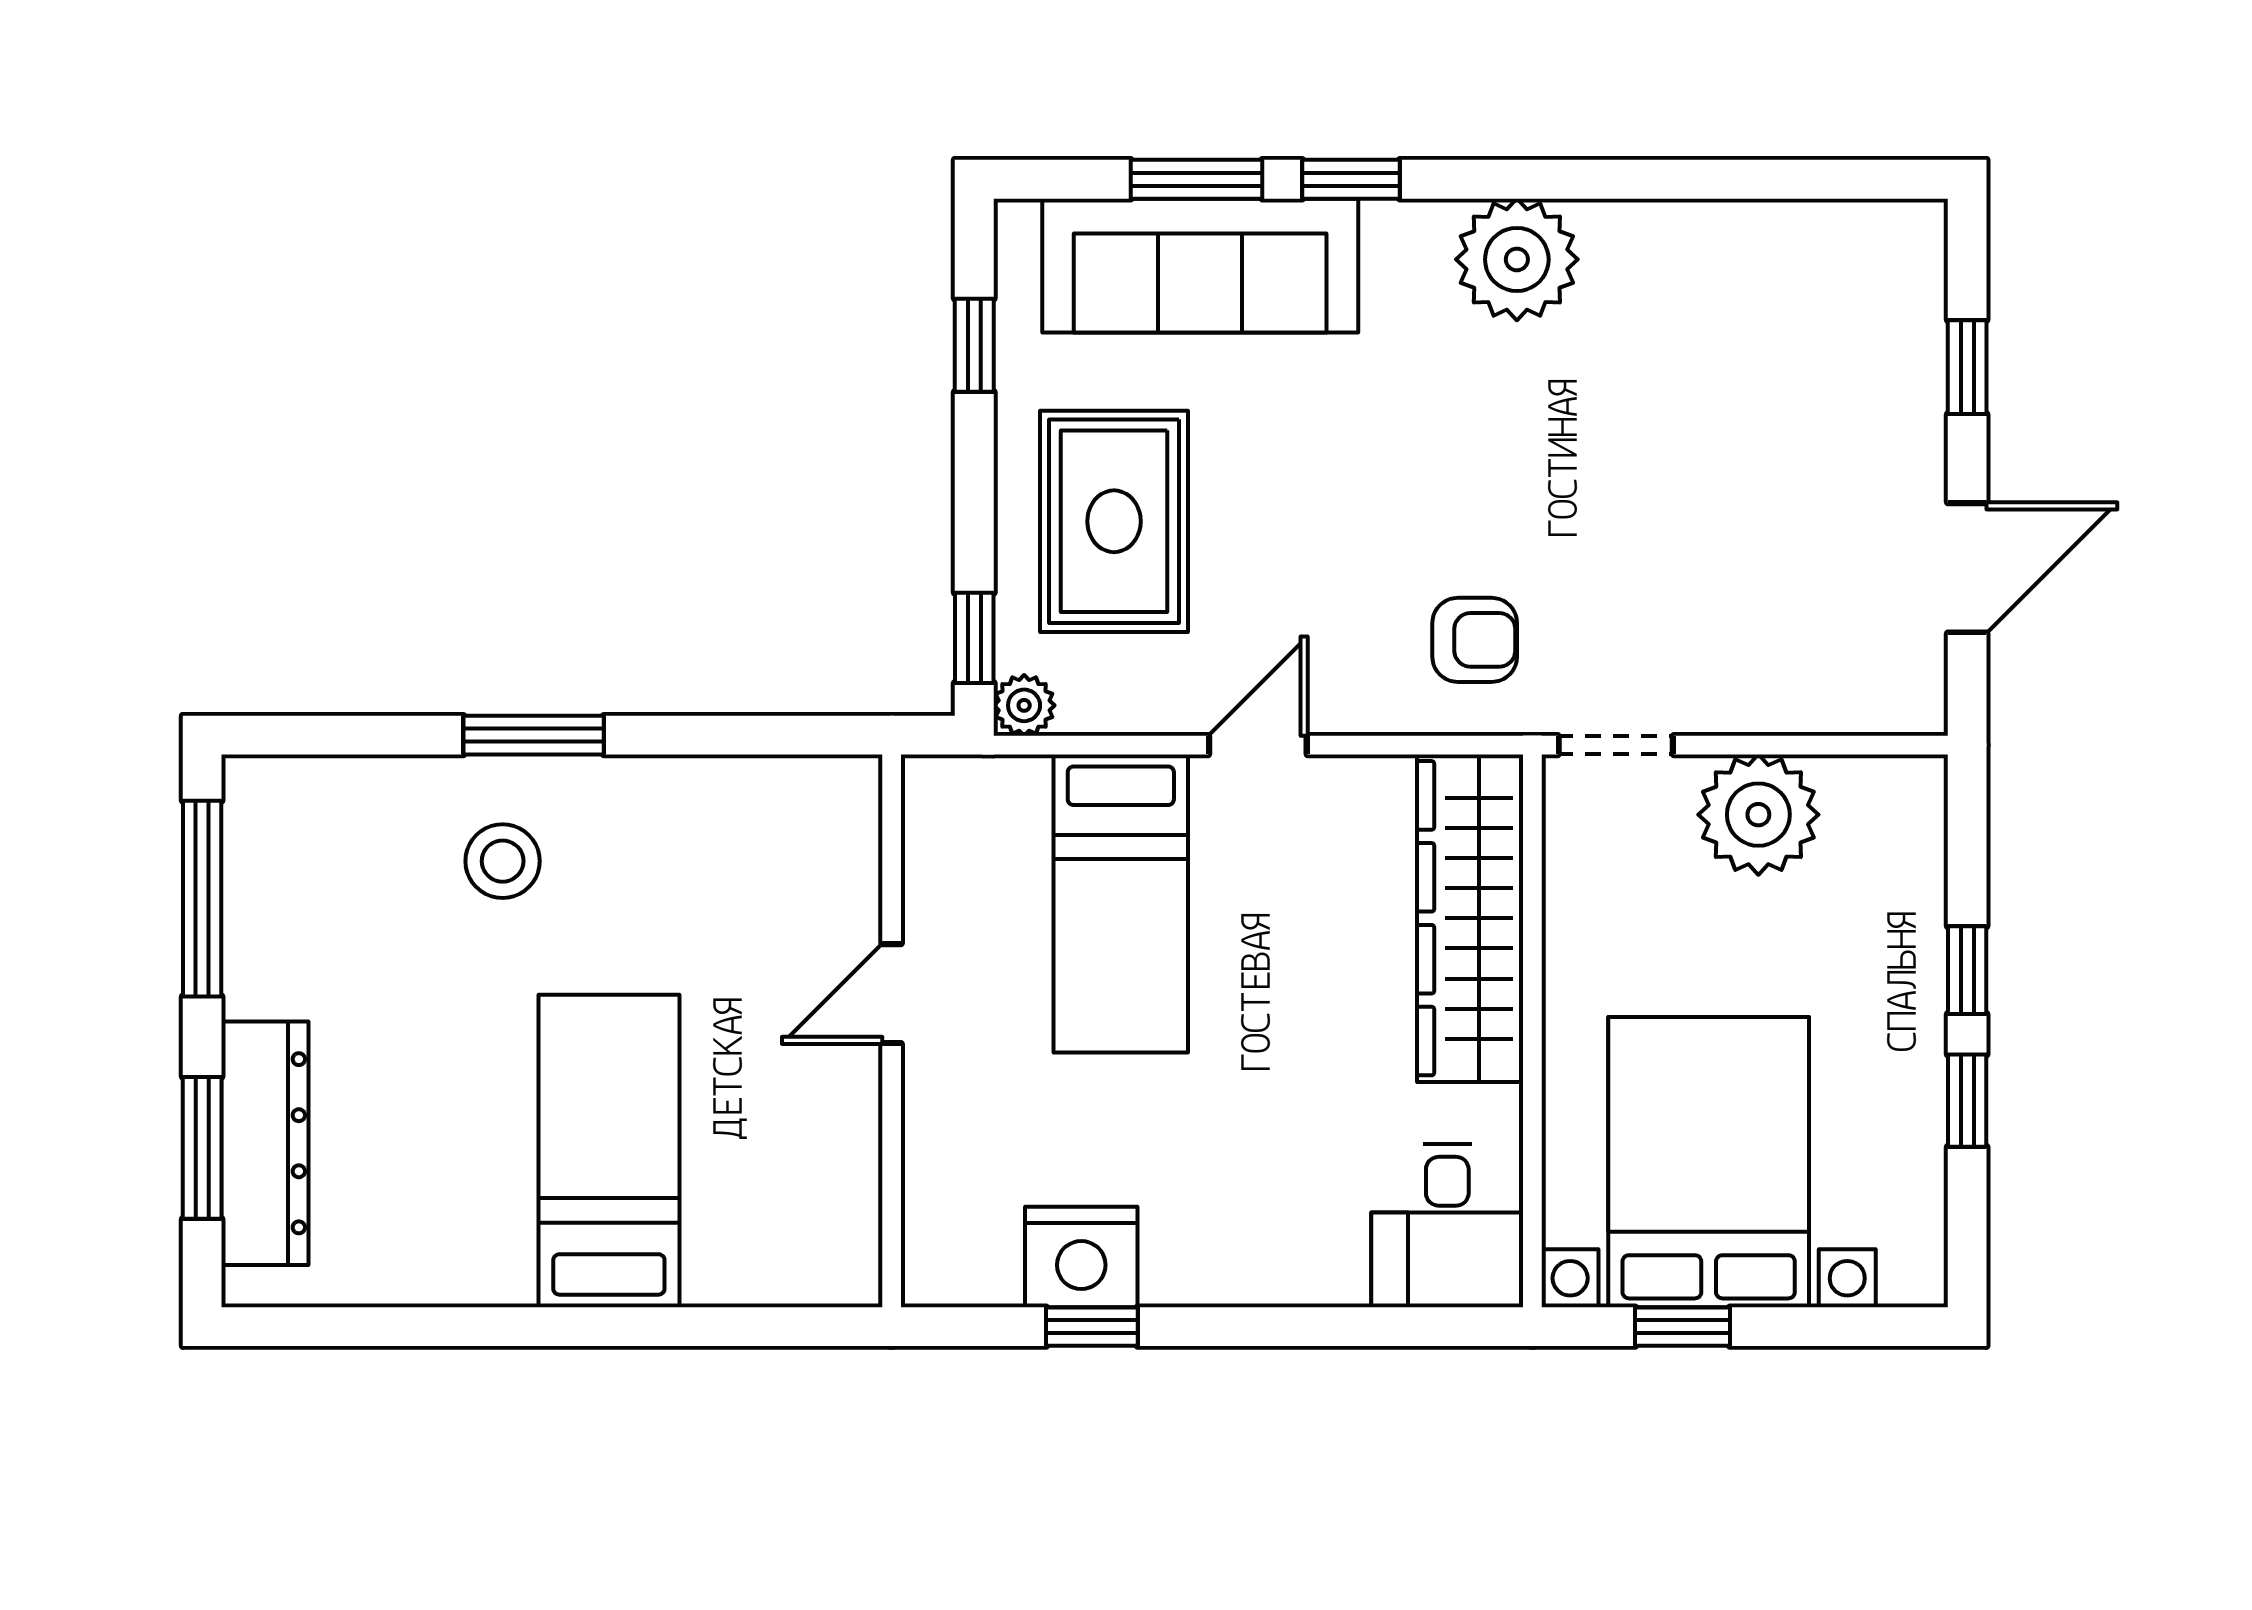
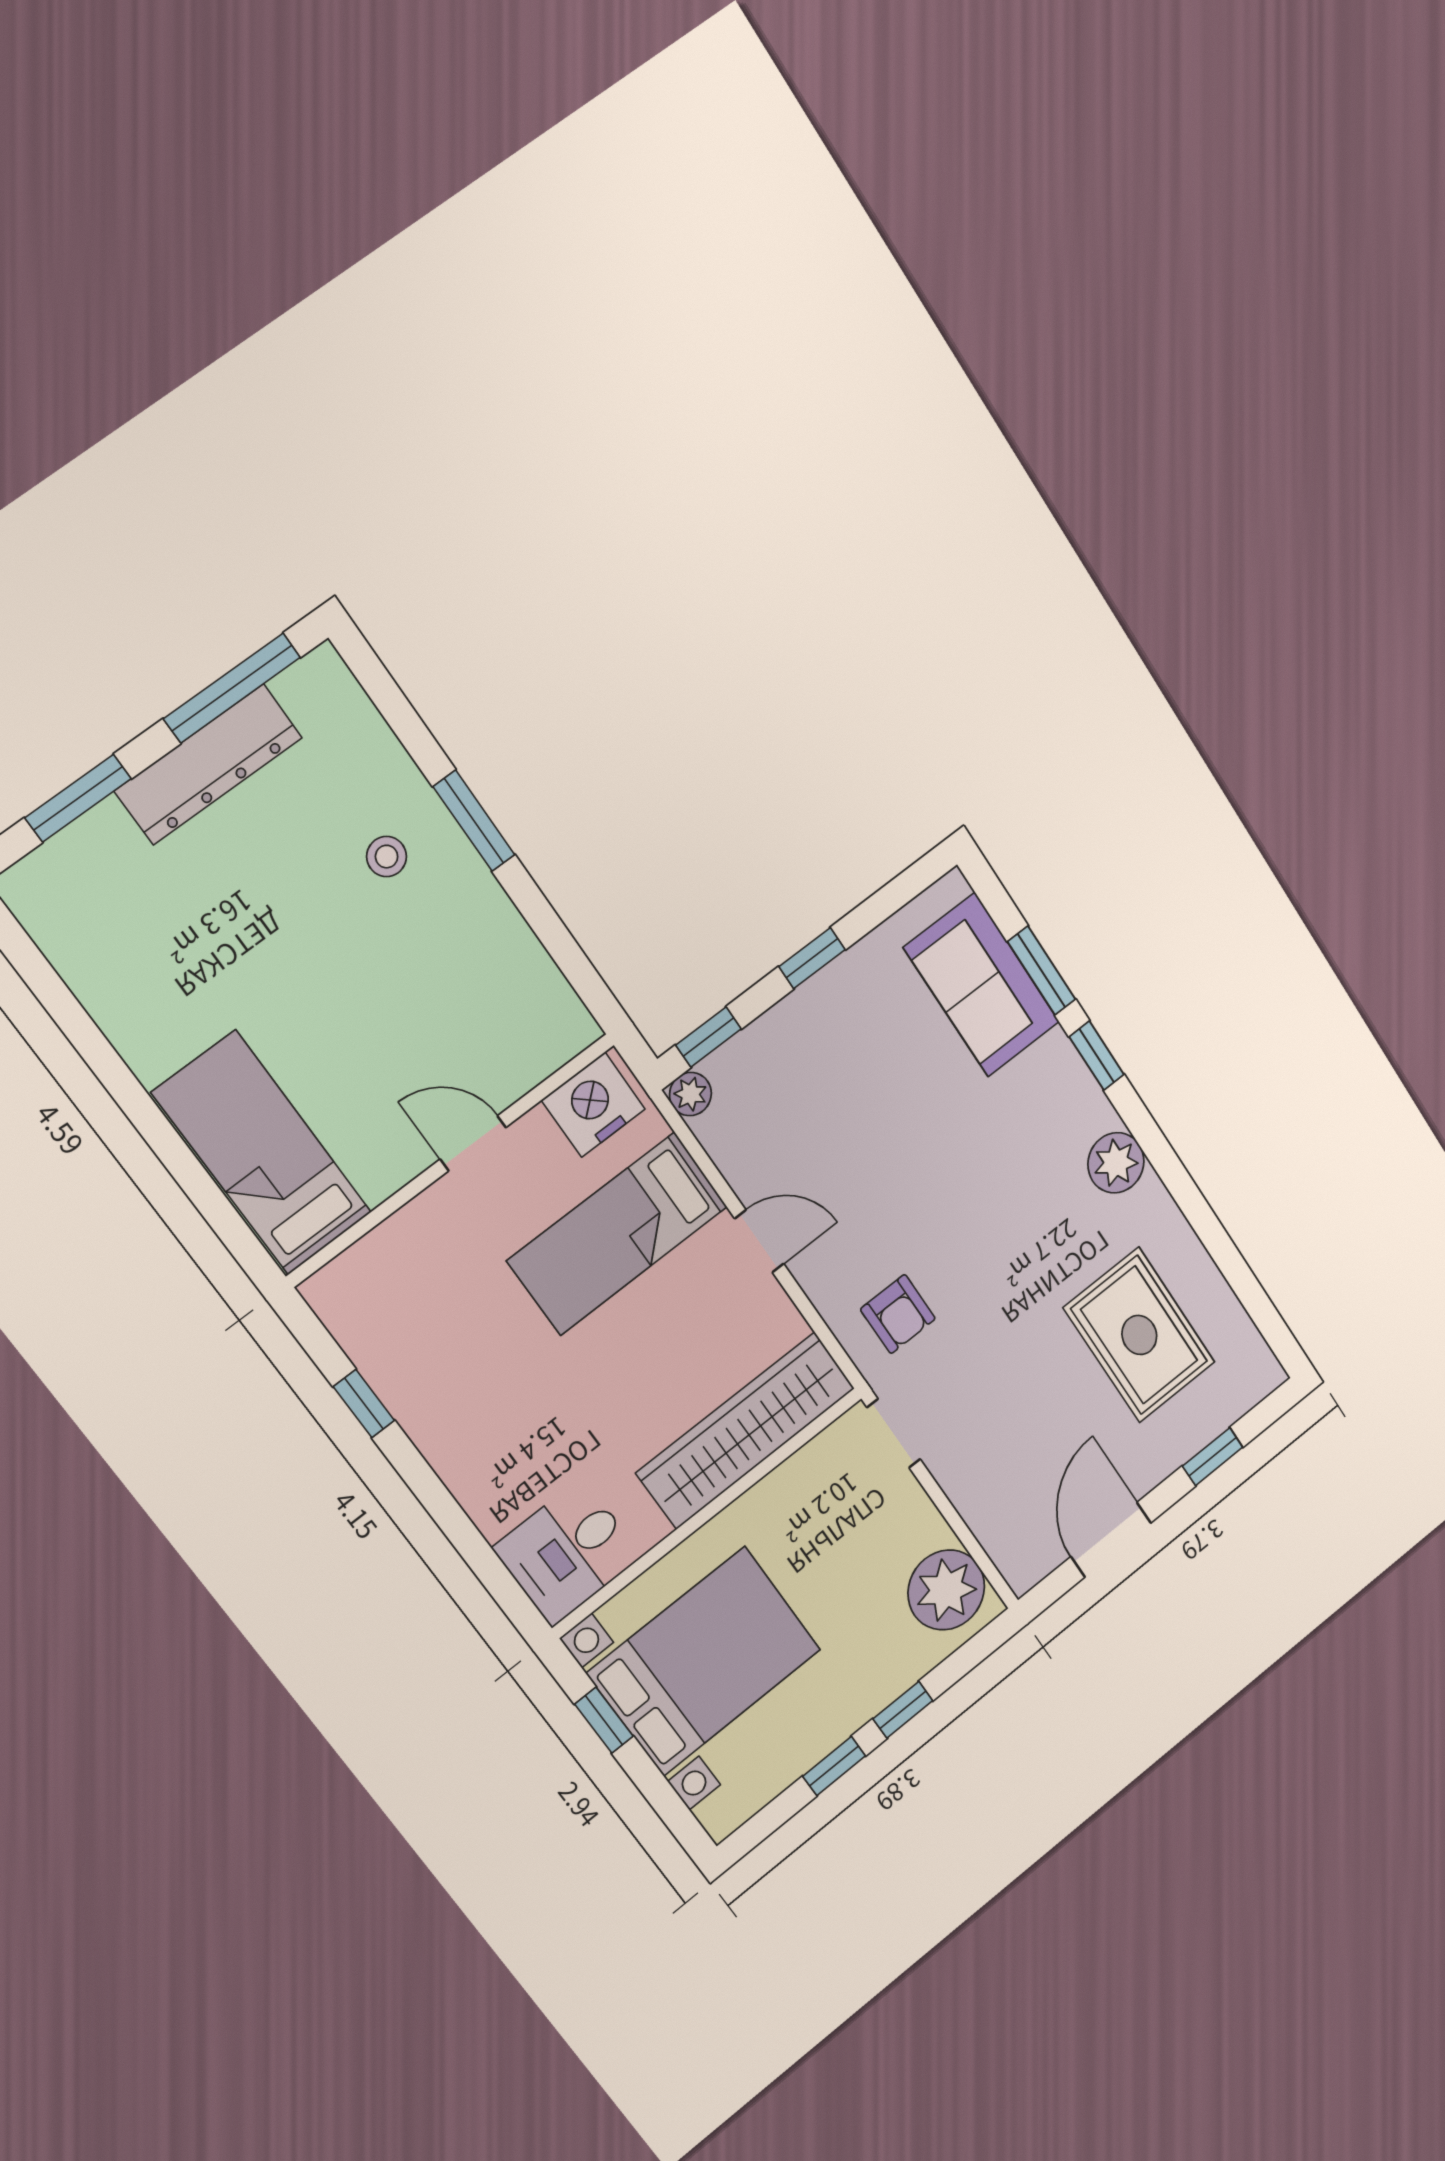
plant: (1517, 259) -> (1116, 1163), width x0.73, depth x0.73
sofa: (1200, 266) -> (982, 985), width x0.73
window: (974, 345) -> (812, 958), moved
rug: (1114, 521) -> (1139, 1335), moved, turned 90
door: (1967, 568) -> (1111, 1540), swing flipped
plant: (1758, 815) -> (946, 1590), moved
stool: (503, 861) -> (387, 857), width x0.73, depth x0.73
dresser: (265, 1143) -> (209, 764), moved
bed: (609, 1151) -> (262, 1153), moved, turned -90
nightstand: (1081, 1257) -> (593, 1105), moved, turned 90

